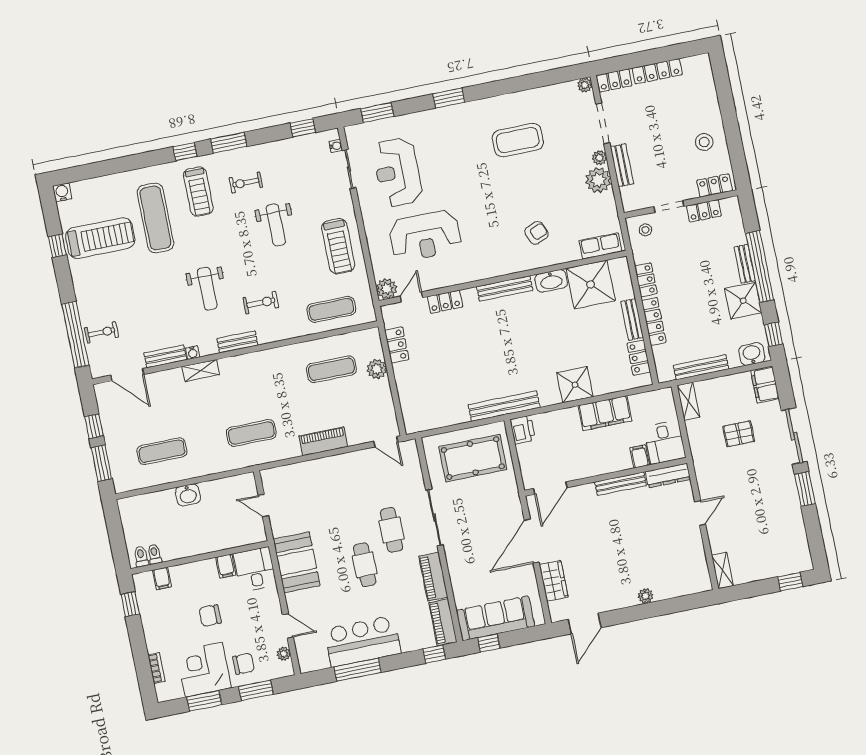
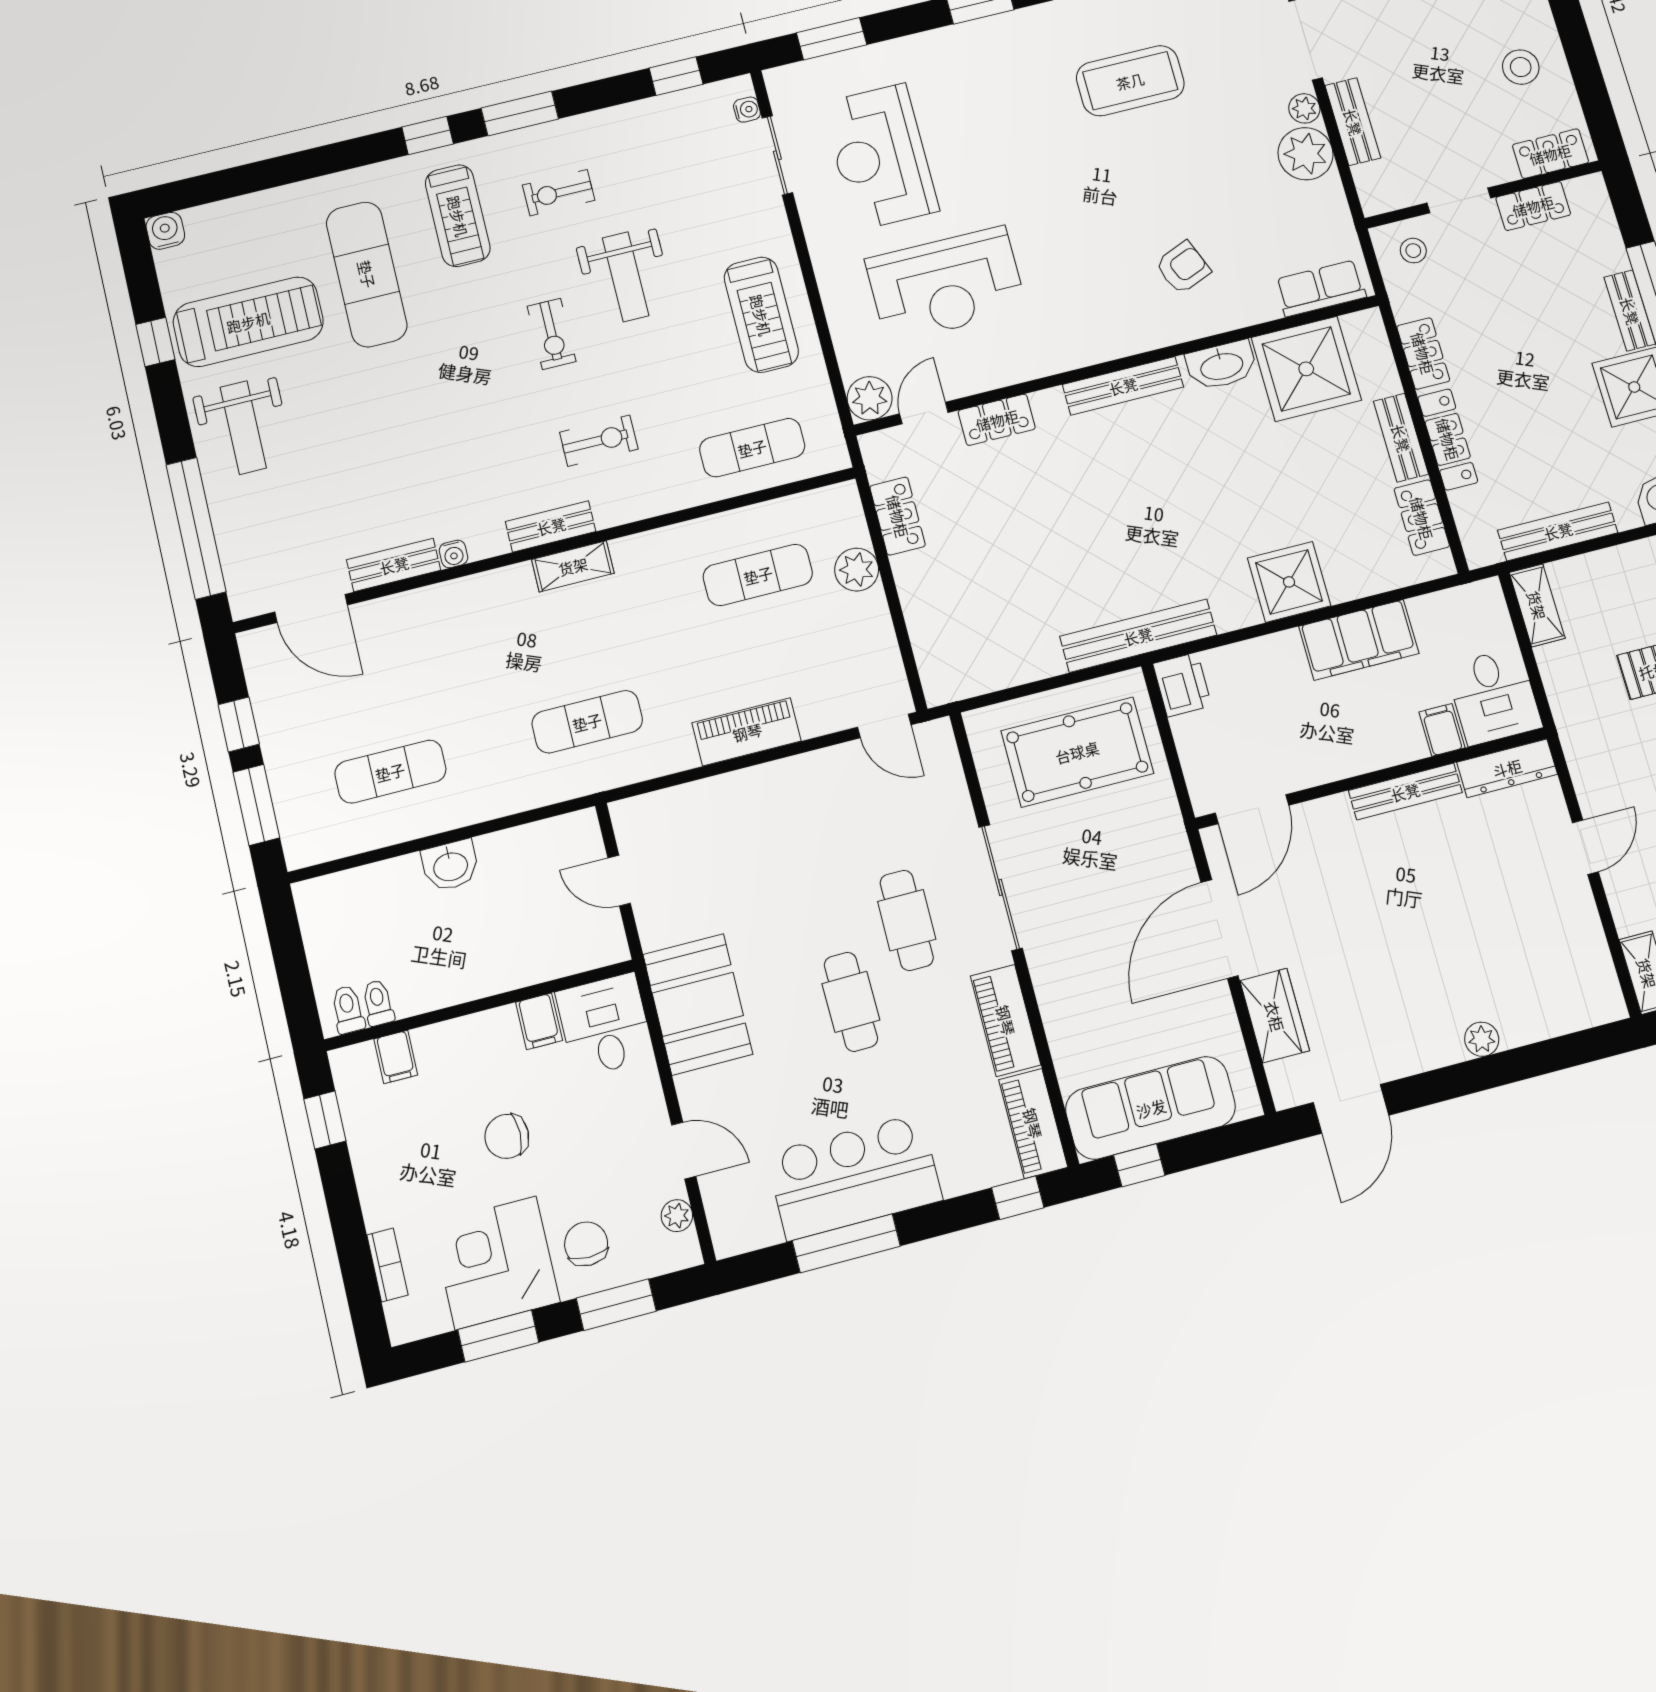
weight bench: (207, 289) -> (243, 427), moved
exercise bike: (101, 332) -> (552, 334), moved, turned 90
shelving: (201, 371) -> (573, 566), moved
chair: (244, 664) -> (586, 1244), turned -90

